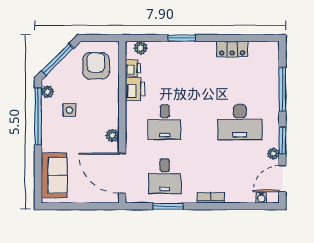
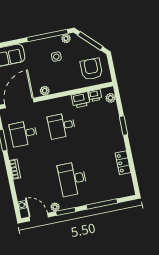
armchair: (96, 66) -> (91, 69), turned -90

